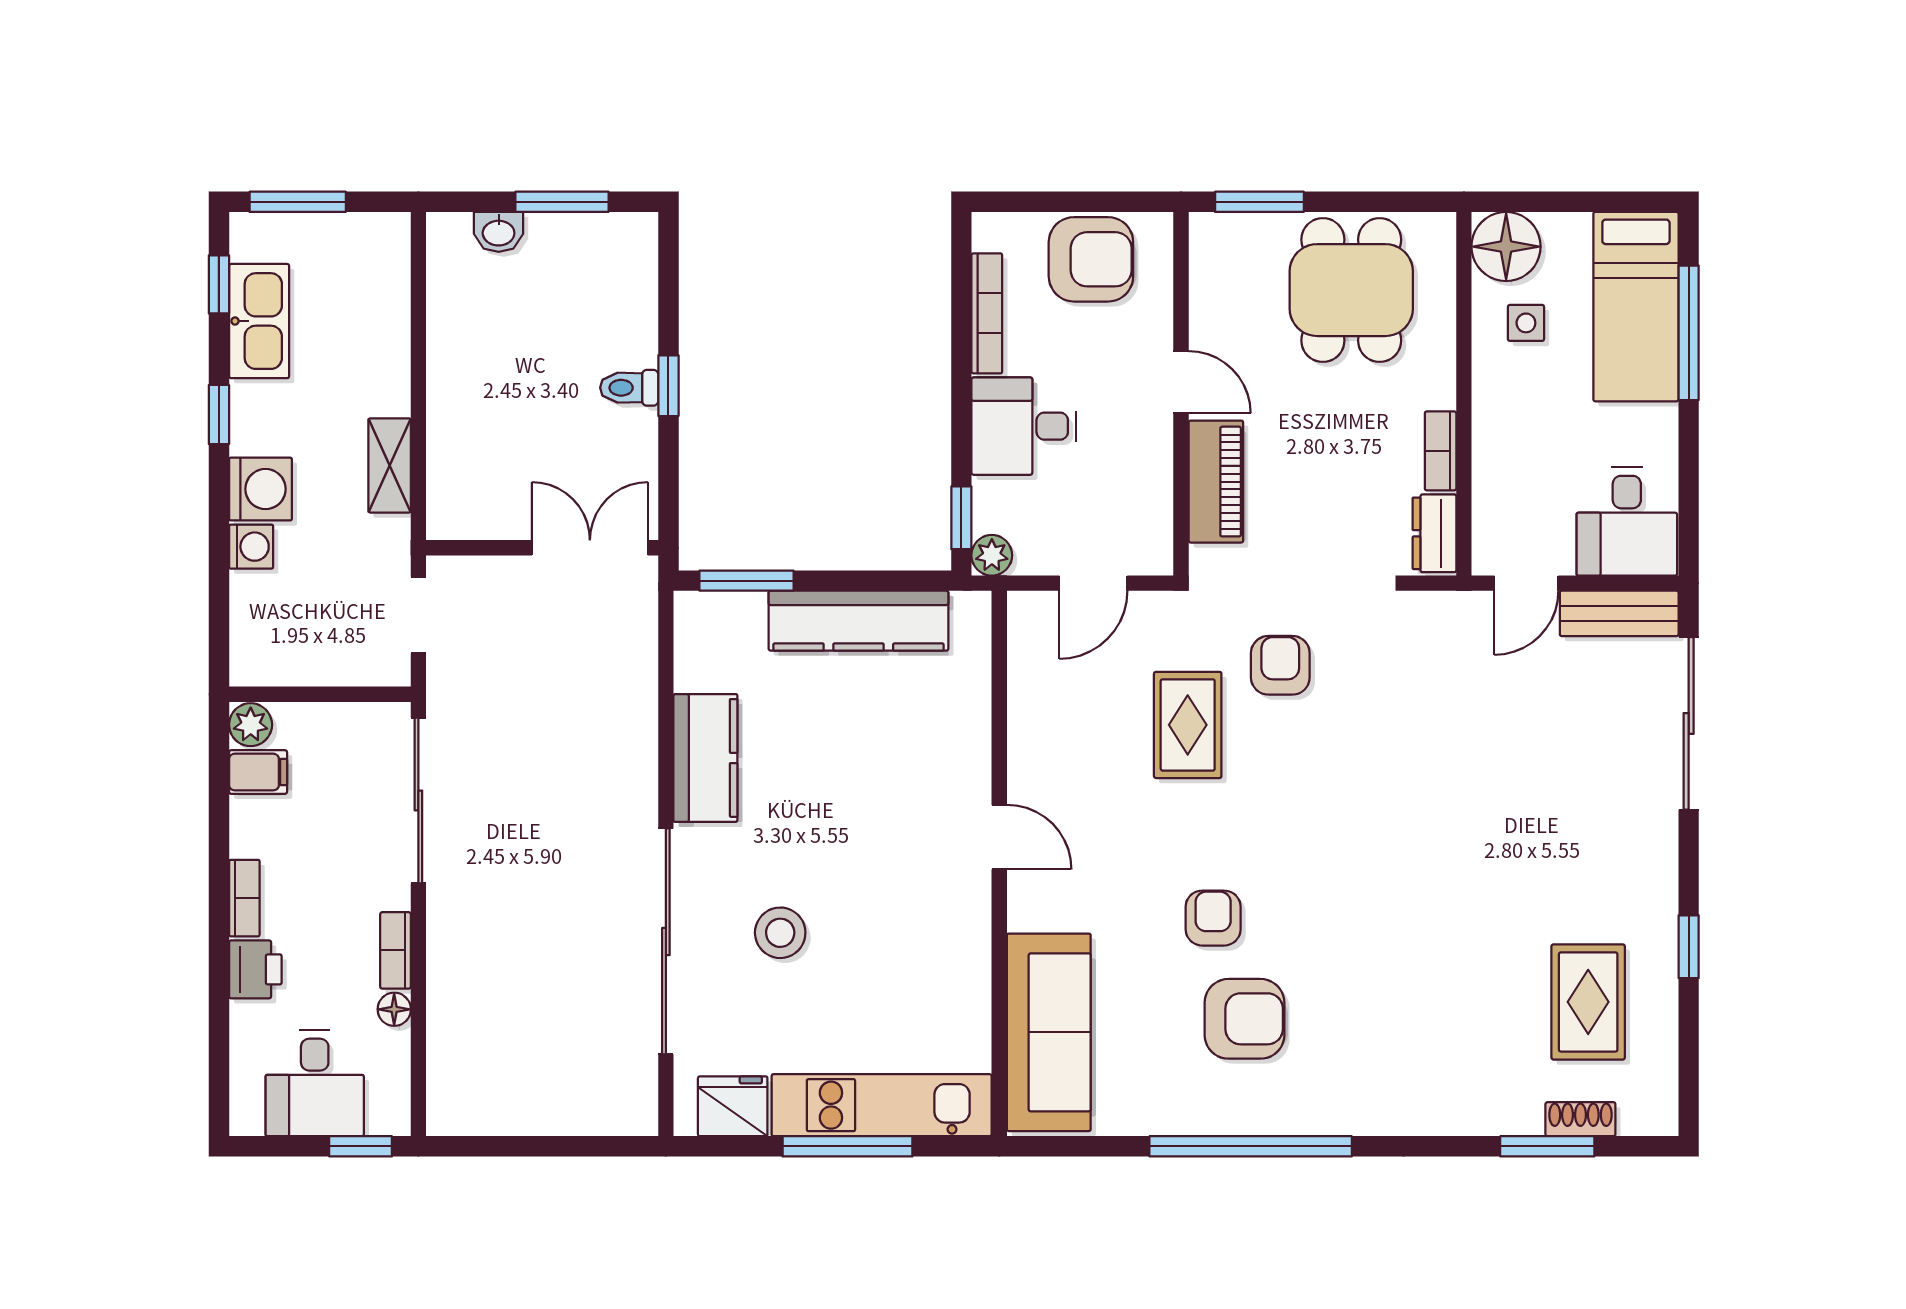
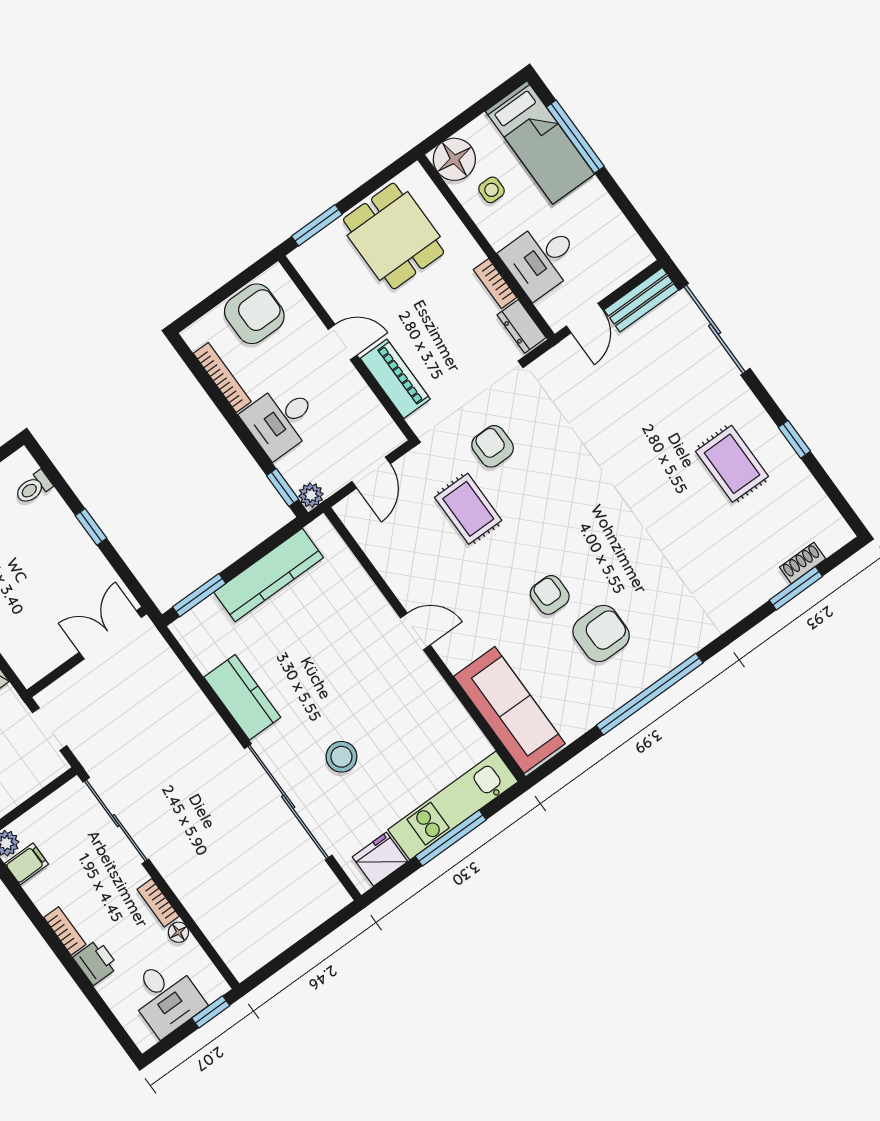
toilet: (629, 388) -> (33, 488), moved
desk: (1627, 521) -> (541, 259), moved, turned 90
rug: (1588, 1002) -> (732, 464), moved

